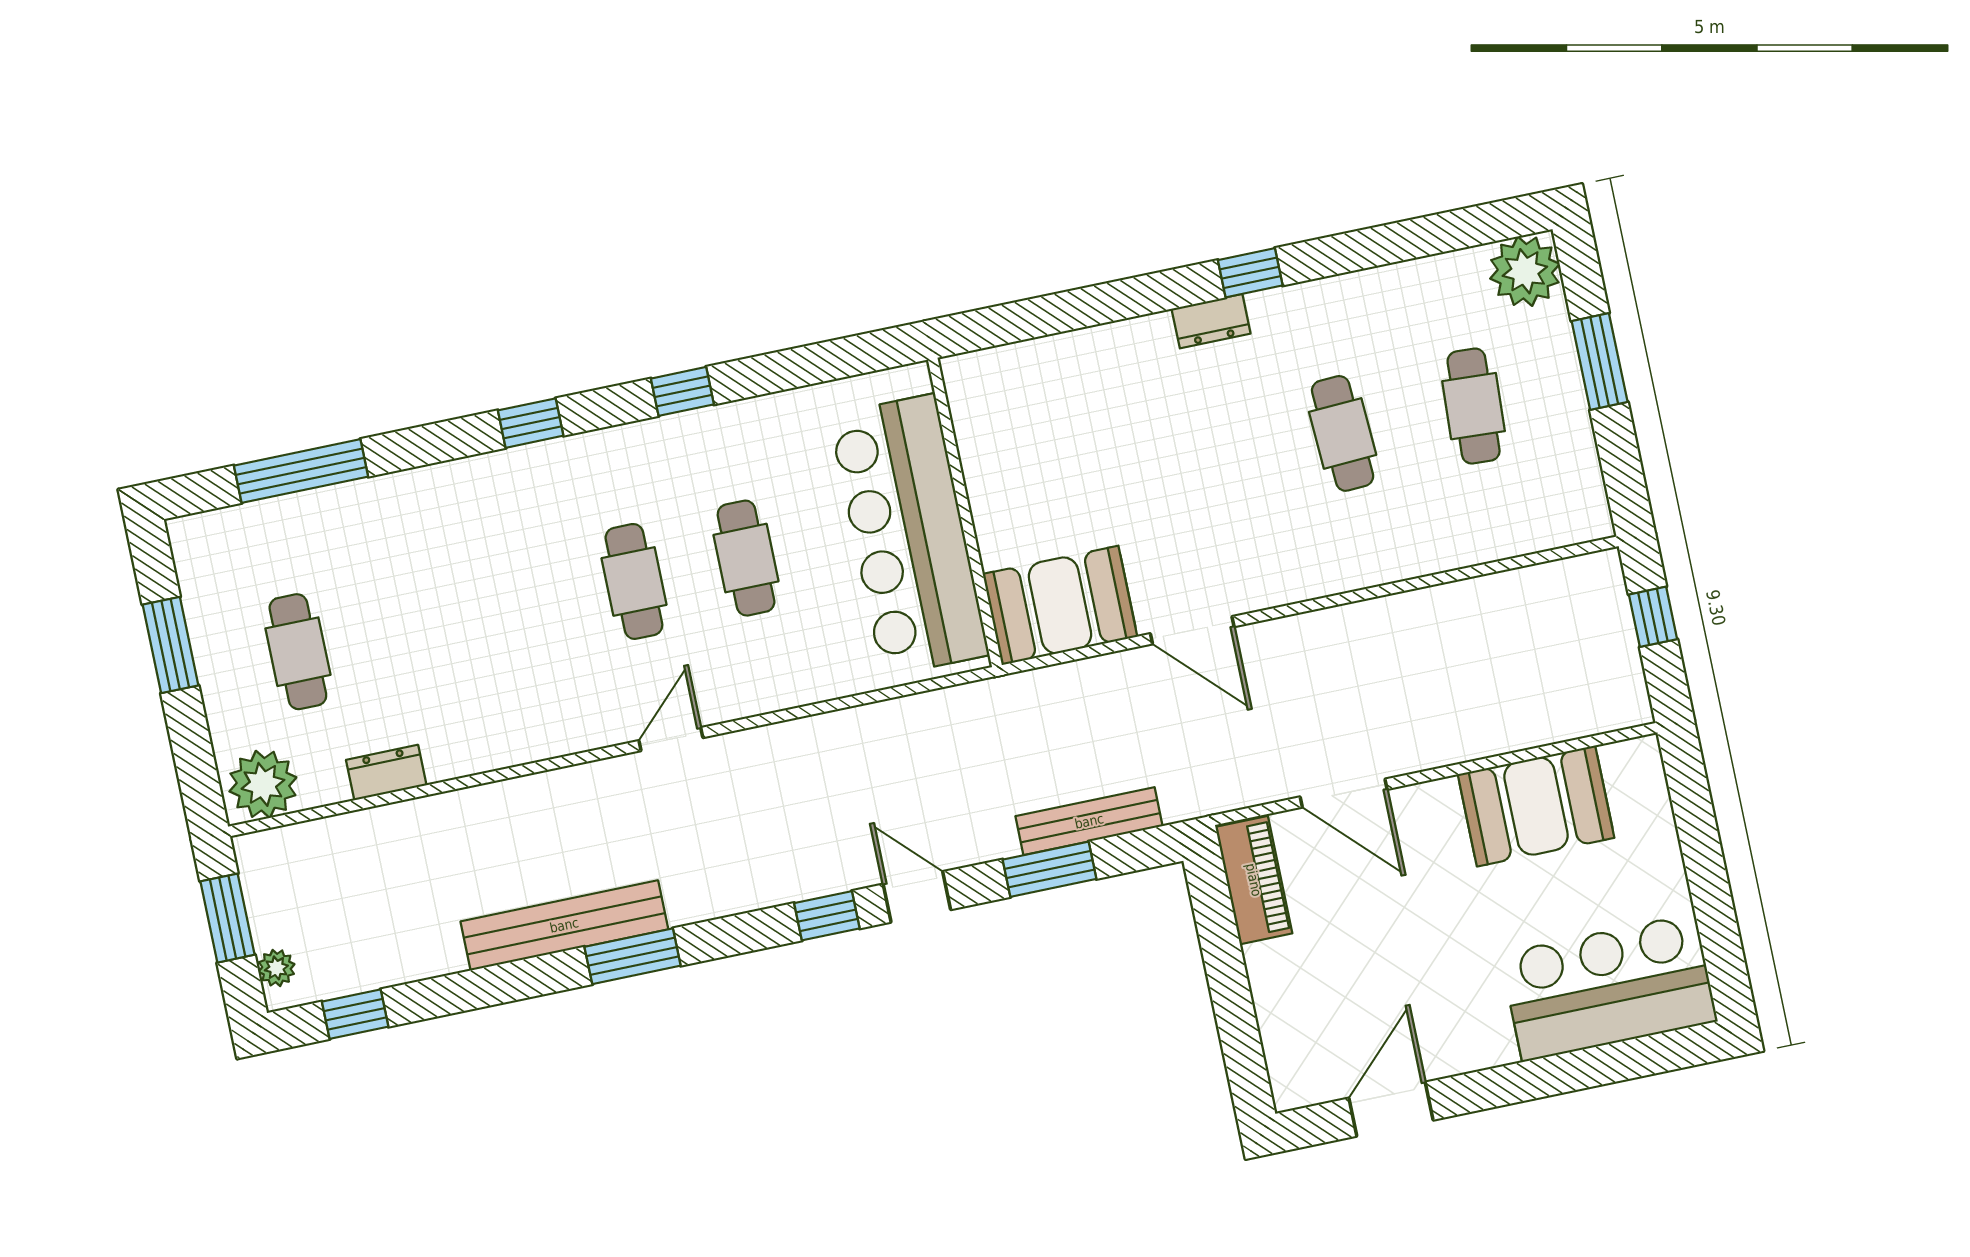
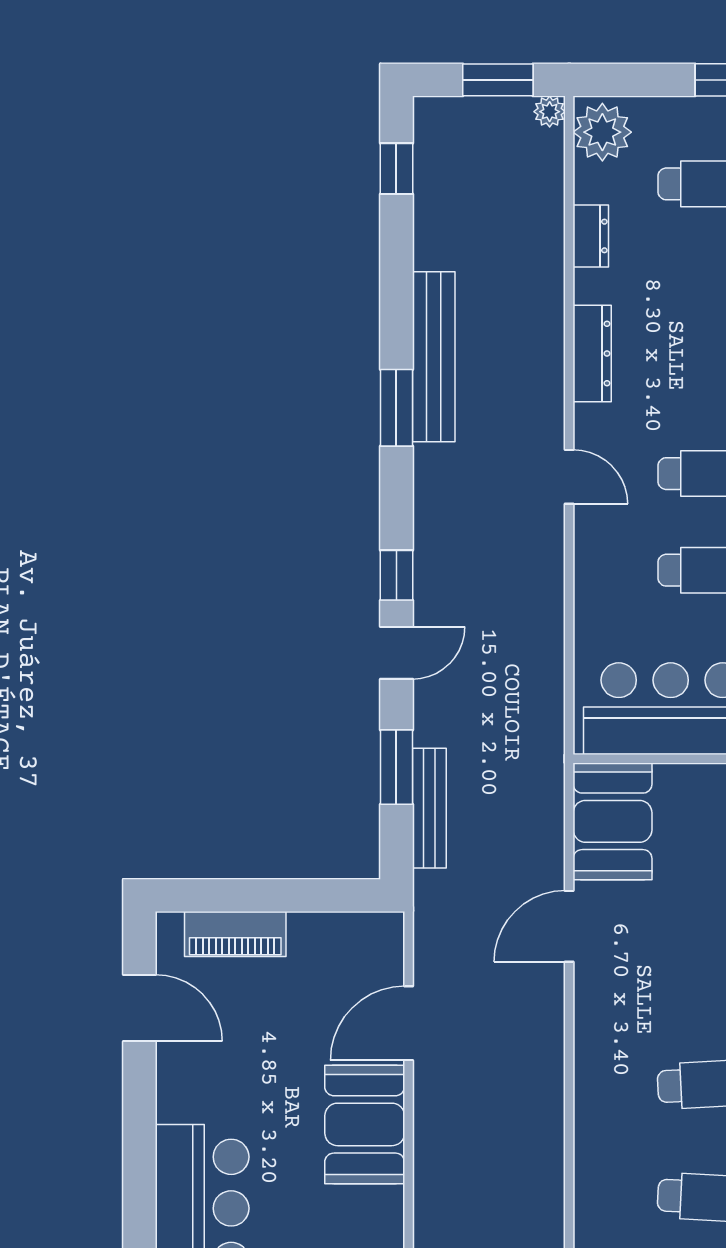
dresser: (522, 742) -> (592, 353), added
booth: (1536, 806) -> (365, 1124), moved
piano: (1254, 880) -> (235, 934), moved
plant: (276, 968) -> (550, 112), moved

